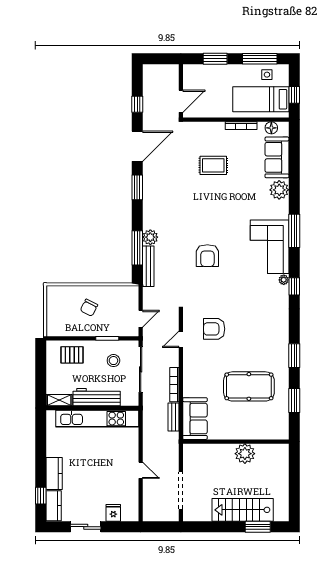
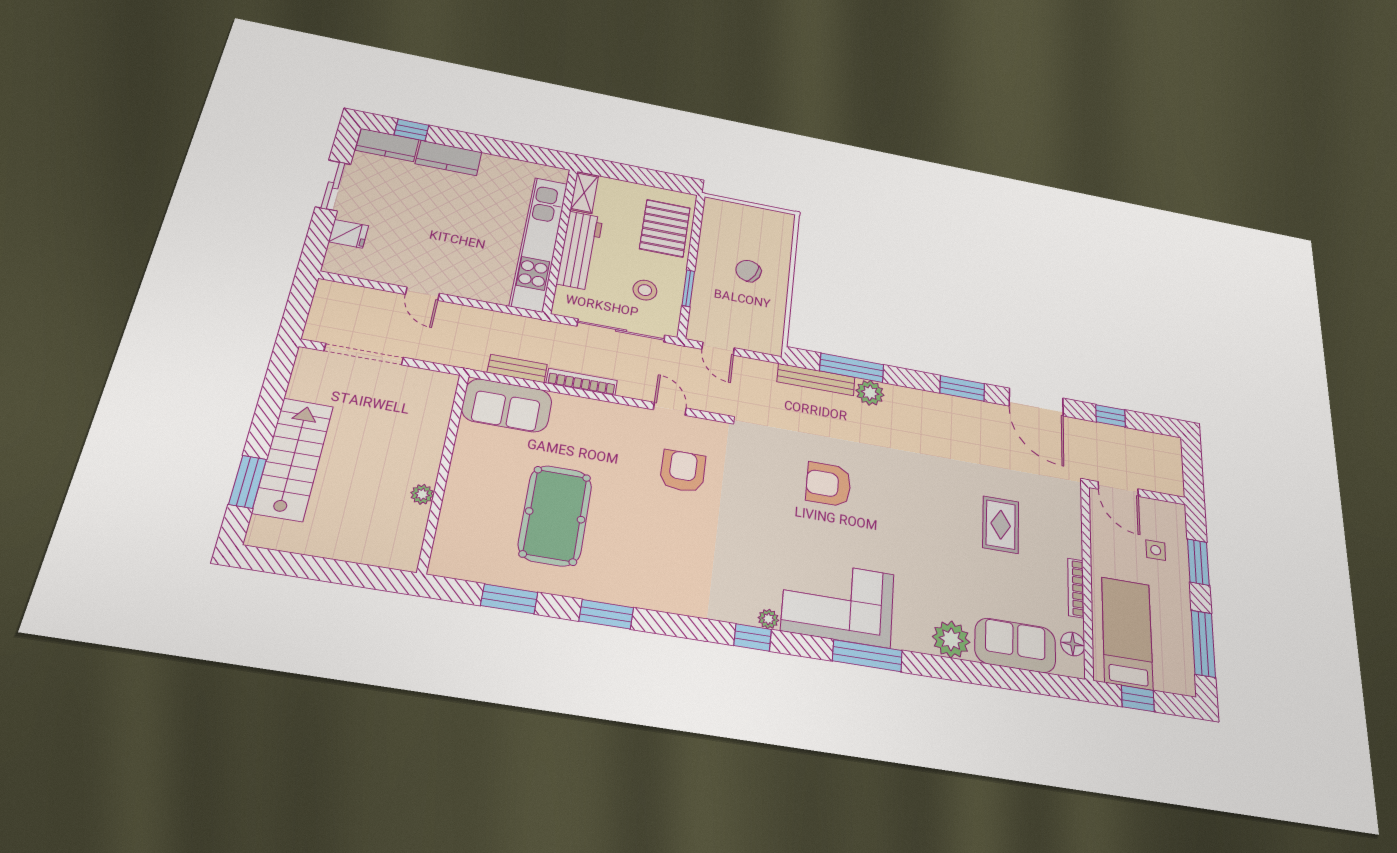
side table: (267, 75) -> (1156, 550), moved
pallet: (72, 355) -> (665, 228), width x1.50, depth x1.42
plant: (245, 454) -> (422, 494), width x0.53, depth x0.53
door: (141, 470) -> (422, 294), hinge flipped

